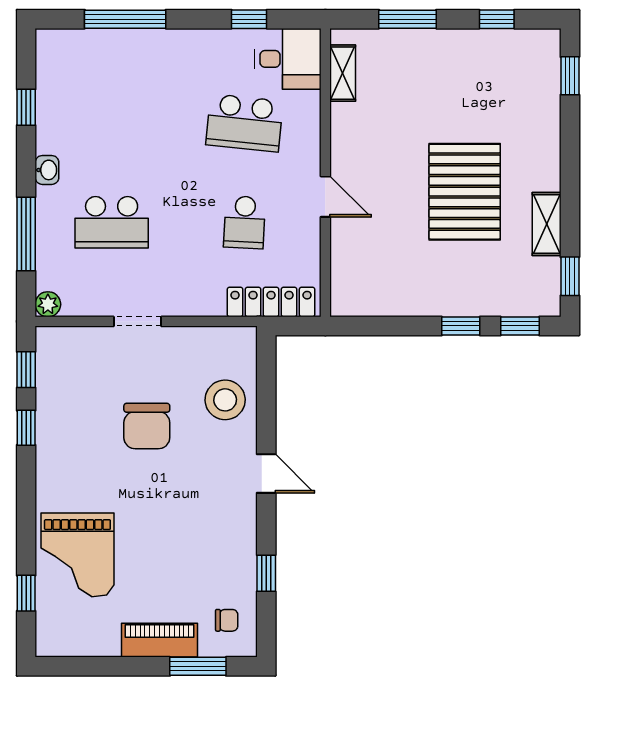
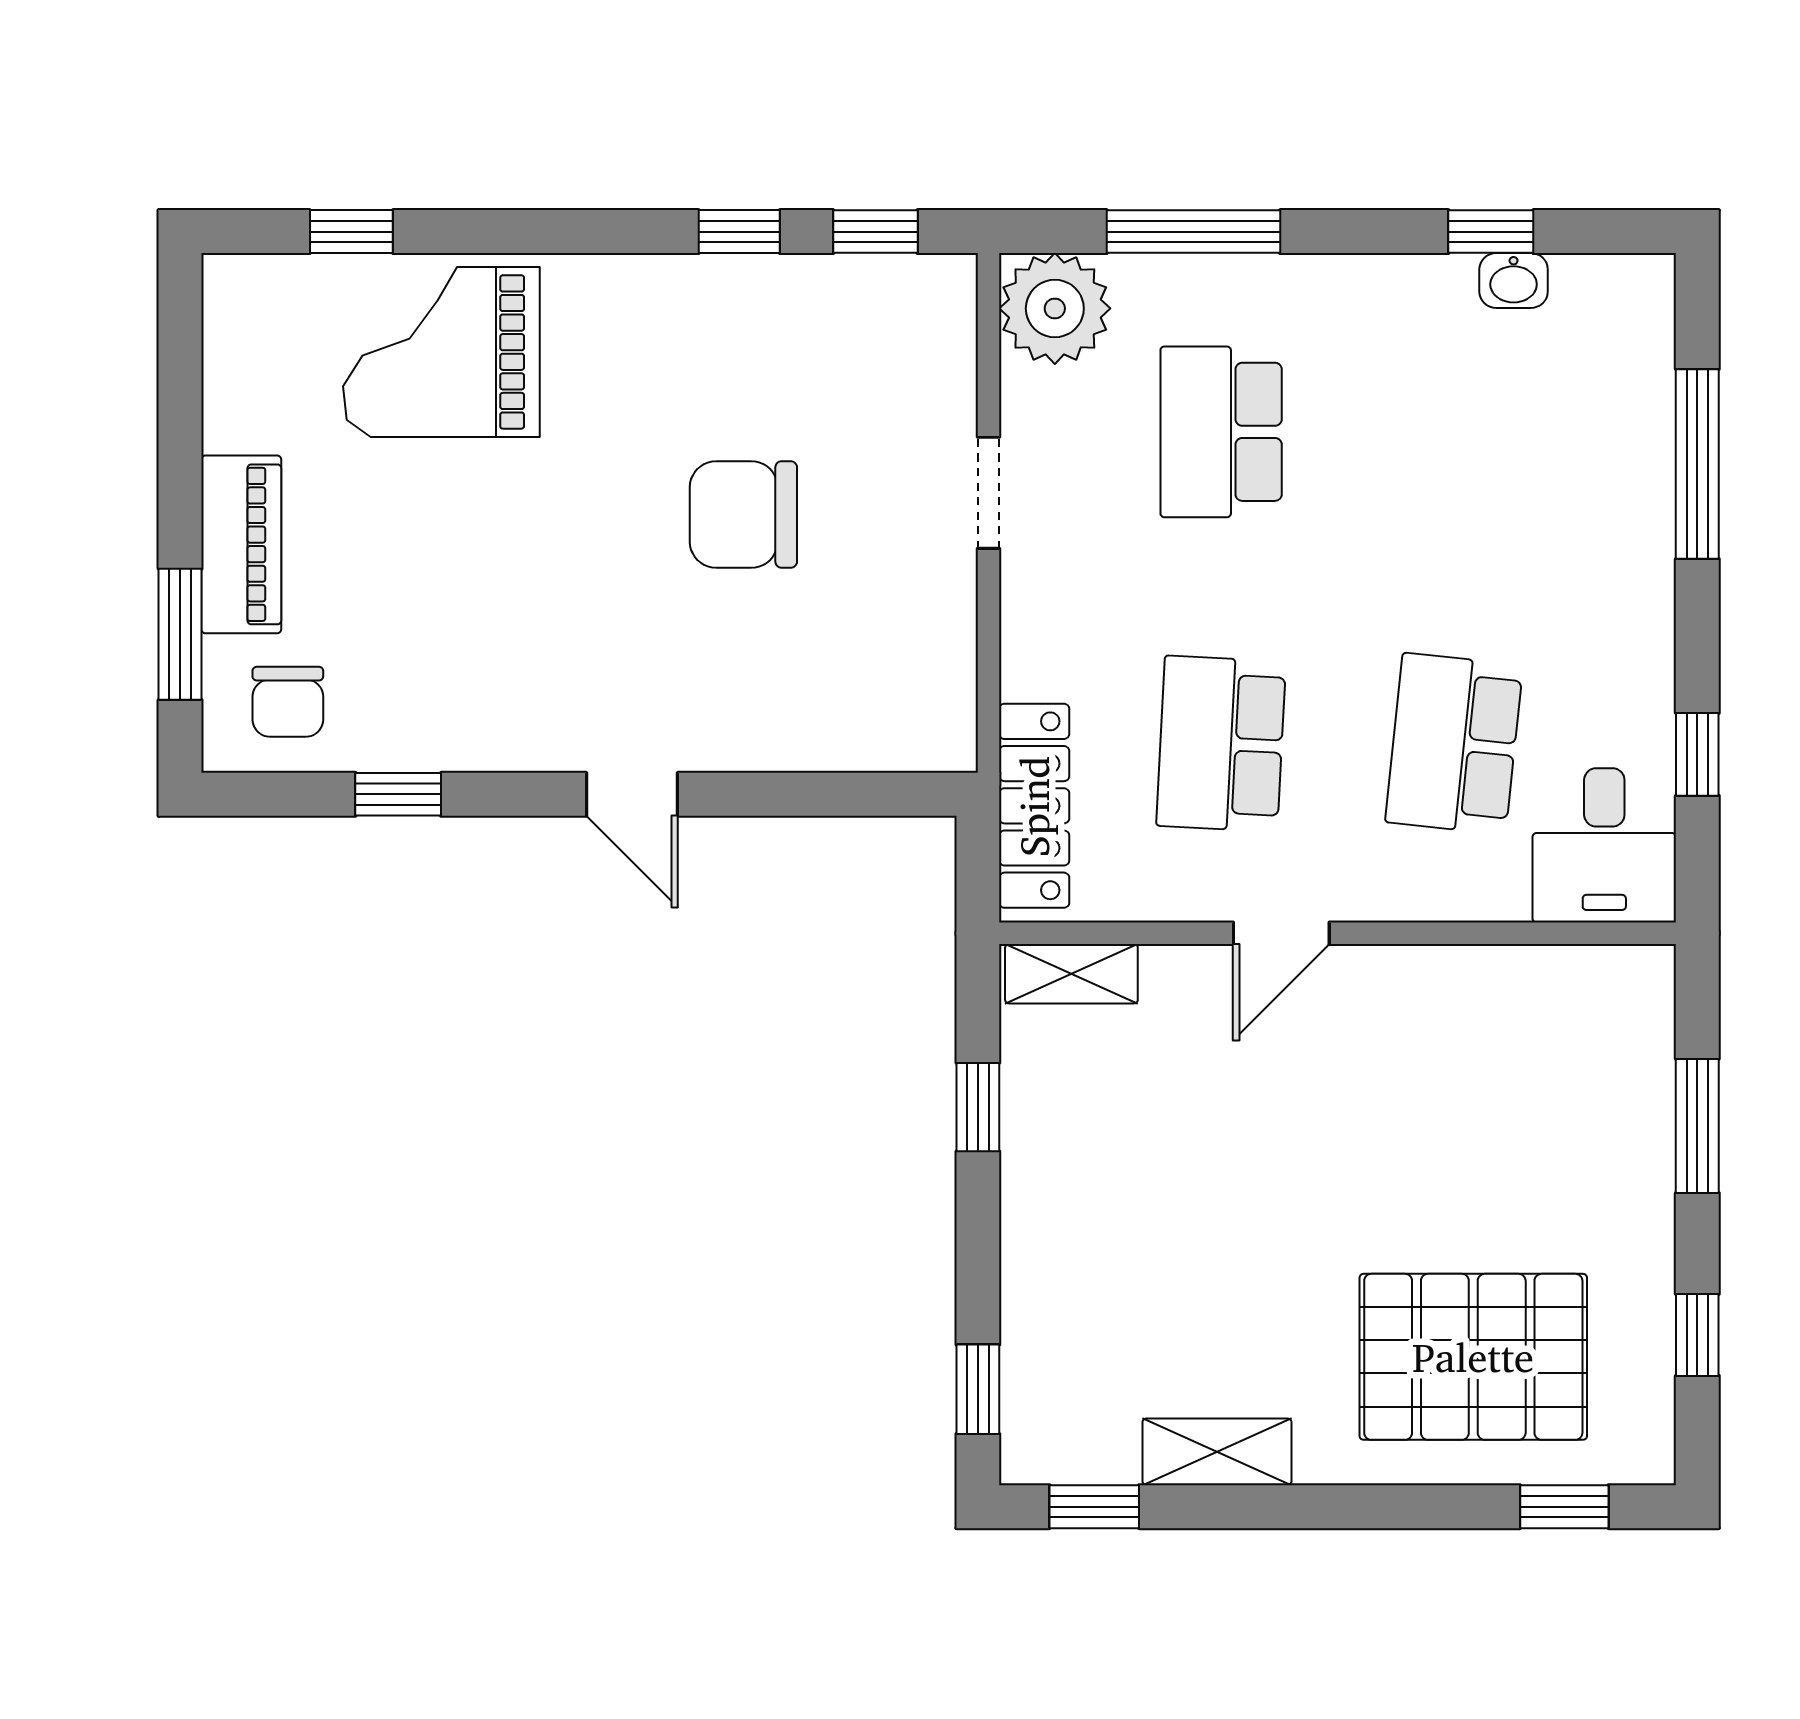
shelving: (343, 73) -> (1071, 974), moved
washbasin: (47, 170) -> (1514, 280), moved
pallet: (465, 192) -> (1473, 1357), moved
school desk: (245, 222) -> (1221, 744), width x1.85
plant: (48, 304) -> (1055, 308), width x1.88, depth x1.88
window: (461, 326) -> (978, 1107), moved
stool: (225, 400) -> (805, 698), removed
door: (266, 474) -> (632, 794), hinge flipped
chair: (227, 620) -> (288, 702), width x1.37, depth x1.37

